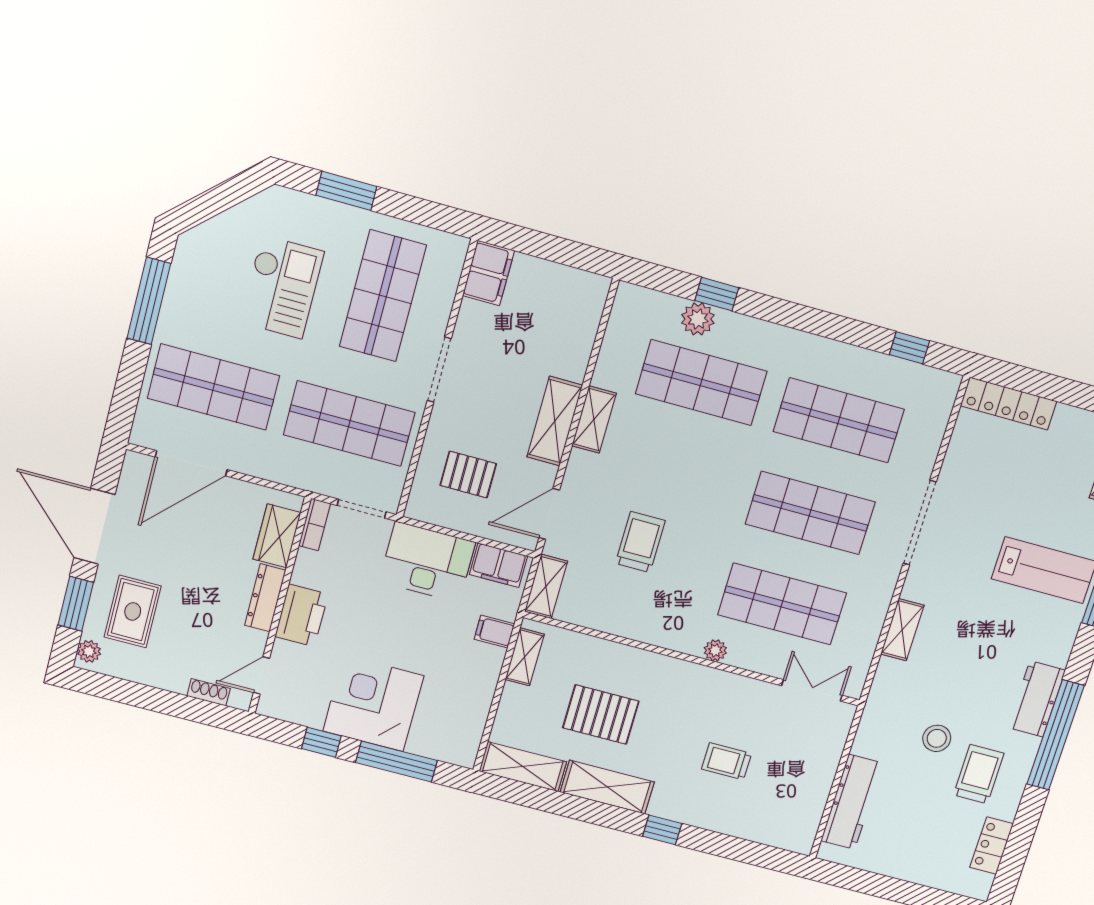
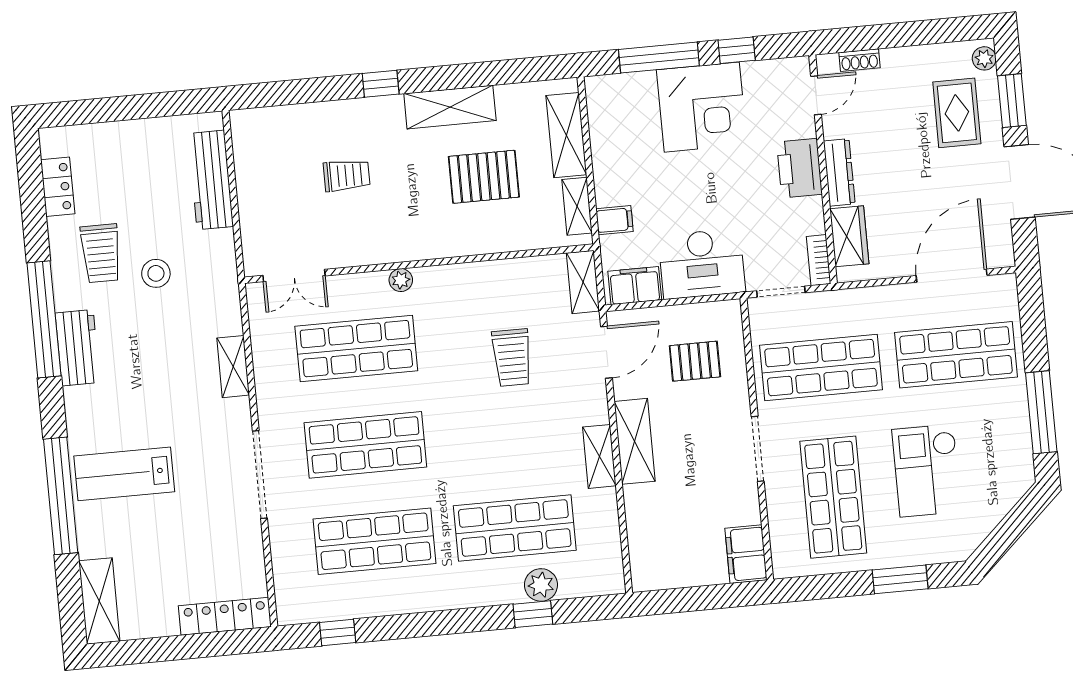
shelving: (523, 767) -> (566, 135), moved, turned 90

